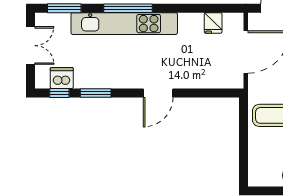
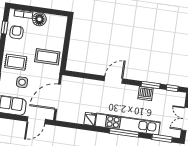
fridge: (213, 23) -> (90, 119), moved
dishwasher: (62, 78) -> (146, 93), moved

